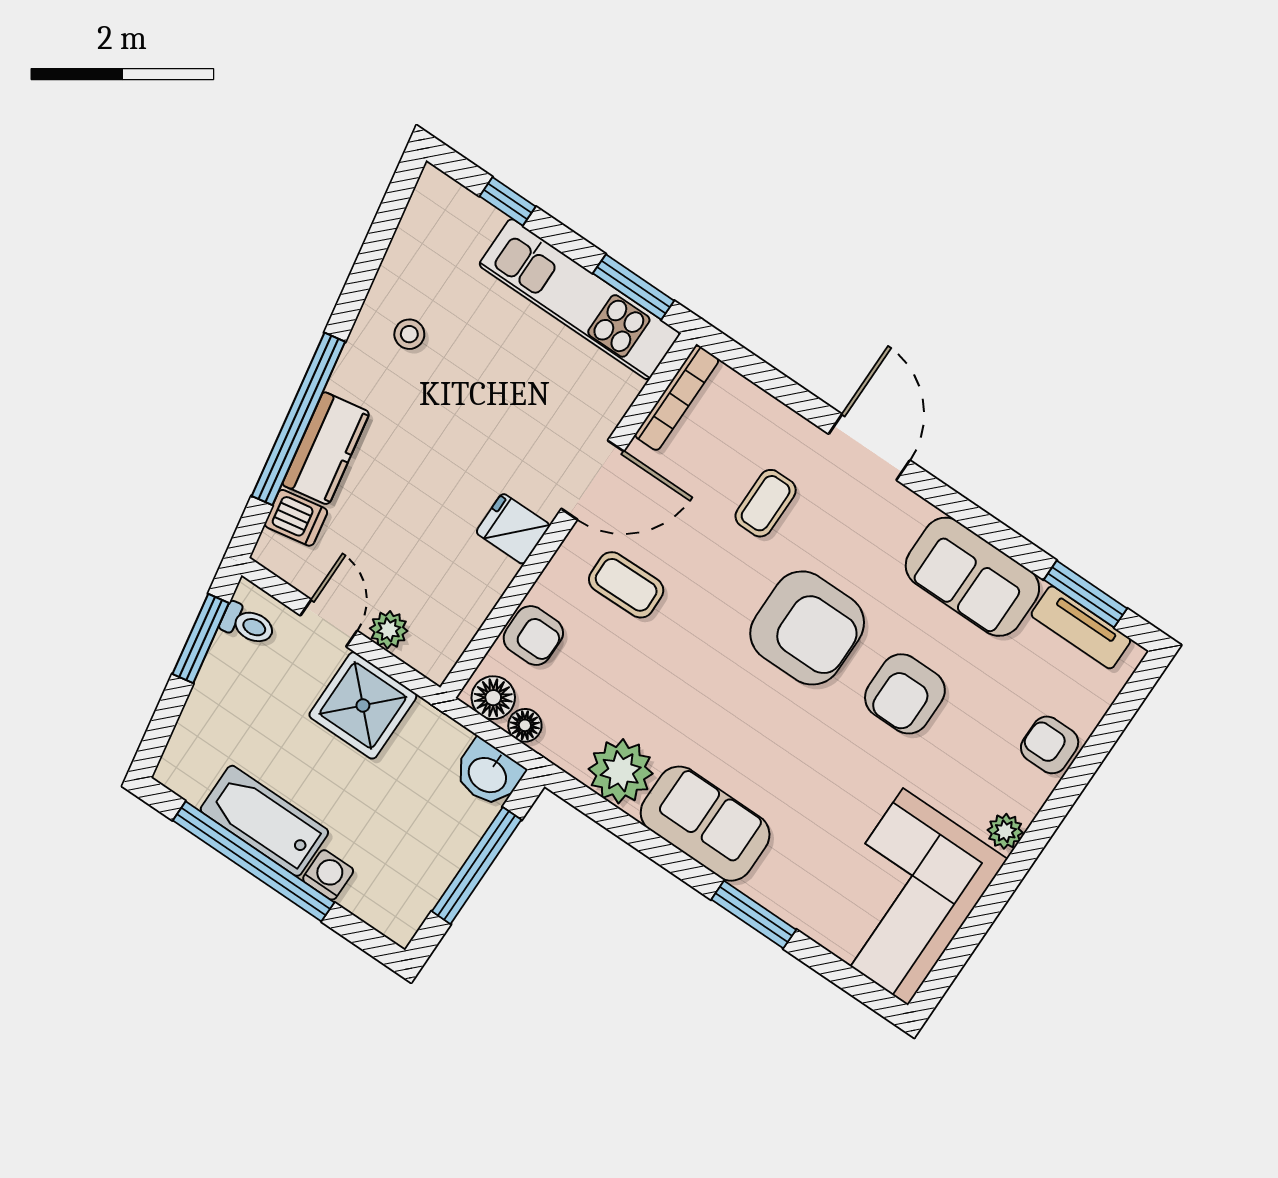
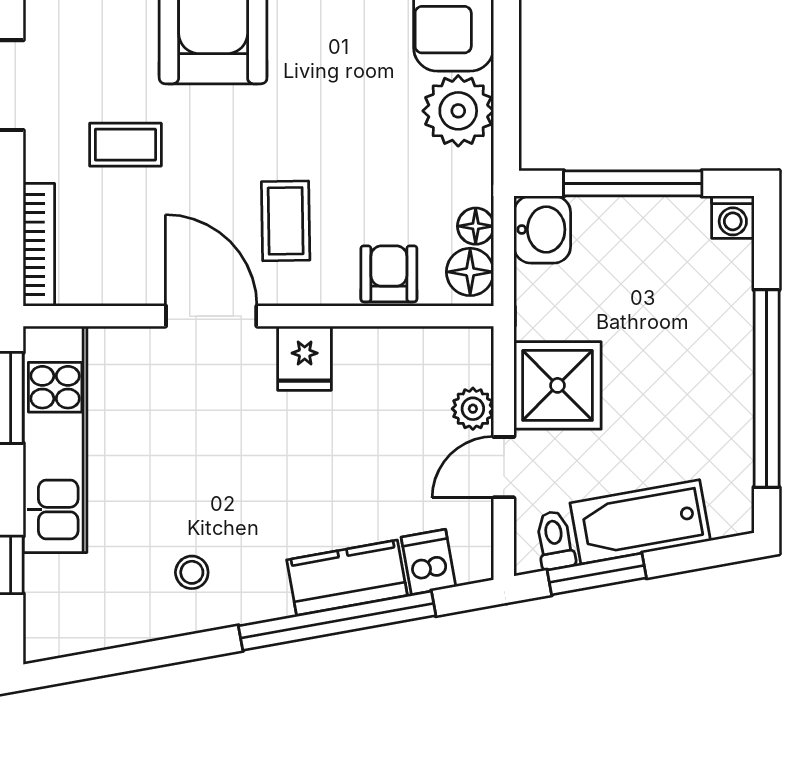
bookcase: (677, 398) -> (39, 245), moved, turned 90
bathtub: (264, 821) -> (640, 522), moved, turned 80
washing machine: (328, 875) -> (733, 217), moved, turned -90

